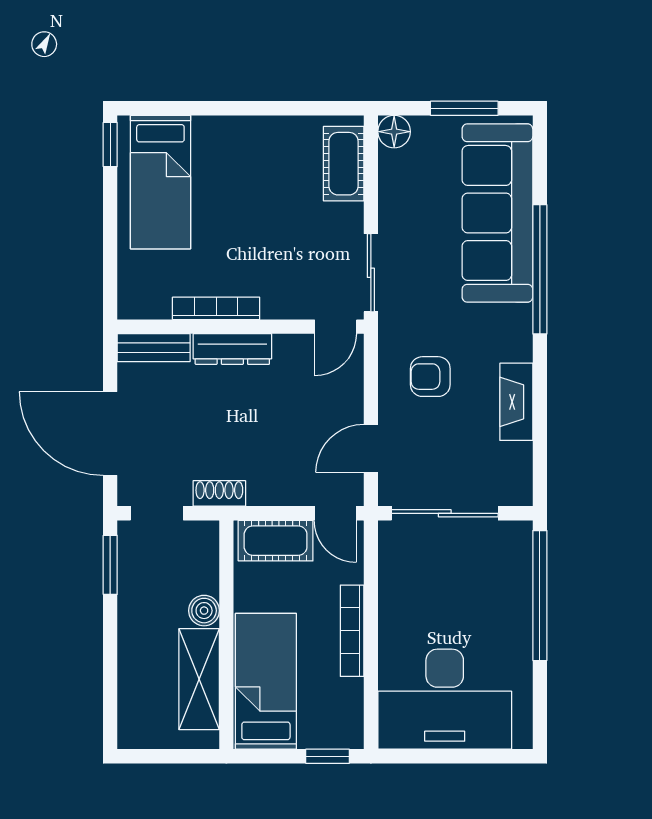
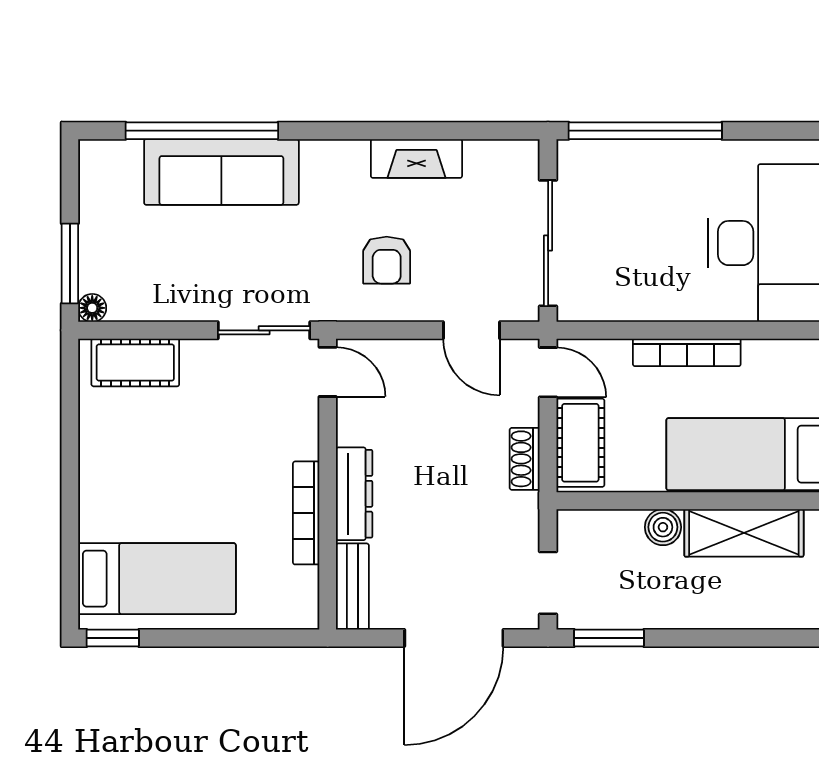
window: (464, 108) -> (70, 263), moved
floor lamp: (394, 132) -> (92, 308), width x0.73, depth x0.73
sofa: (497, 213) -> (221, 172), width x0.74, depth x0.79
window: (540, 269) -> (202, 131), moved
shoe rack: (219, 493) -> (525, 459), moved
door: (335, 513) -> (548, 372), hinge flipped

